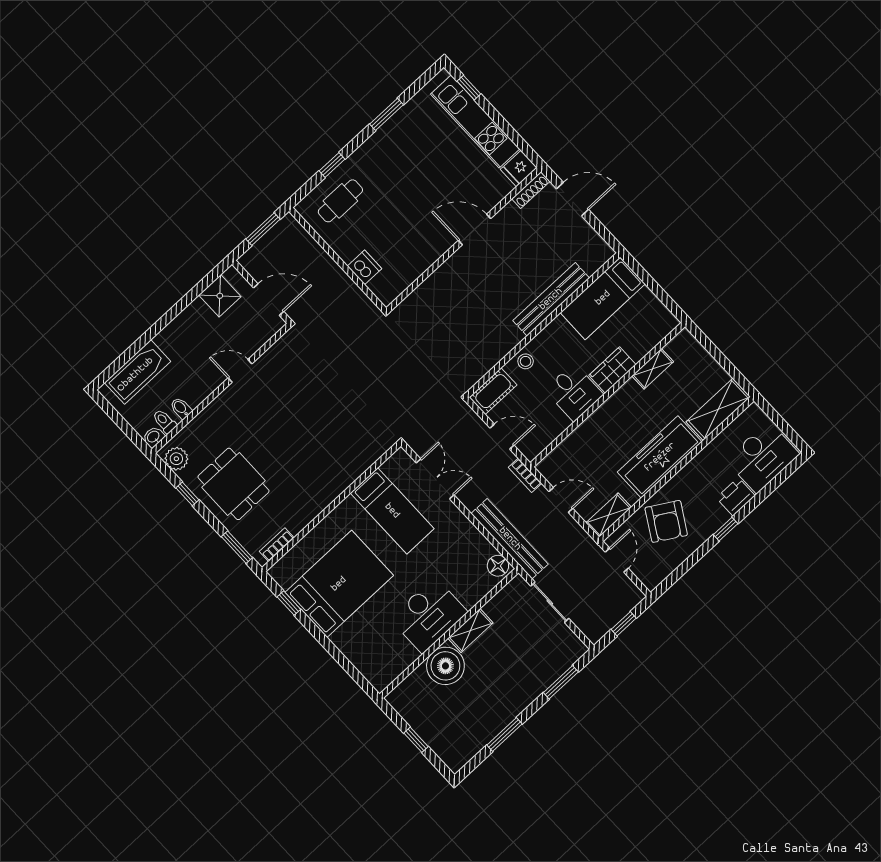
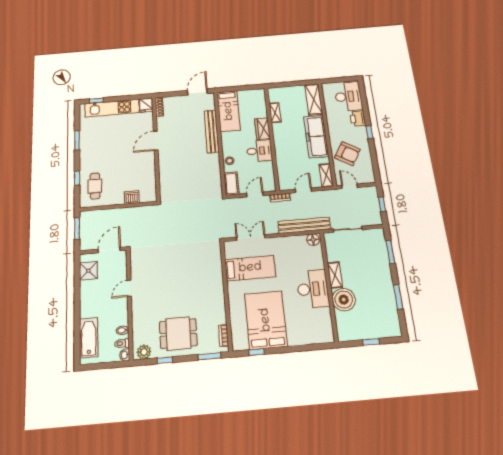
door: (573, 199) -> (197, 92), moved

